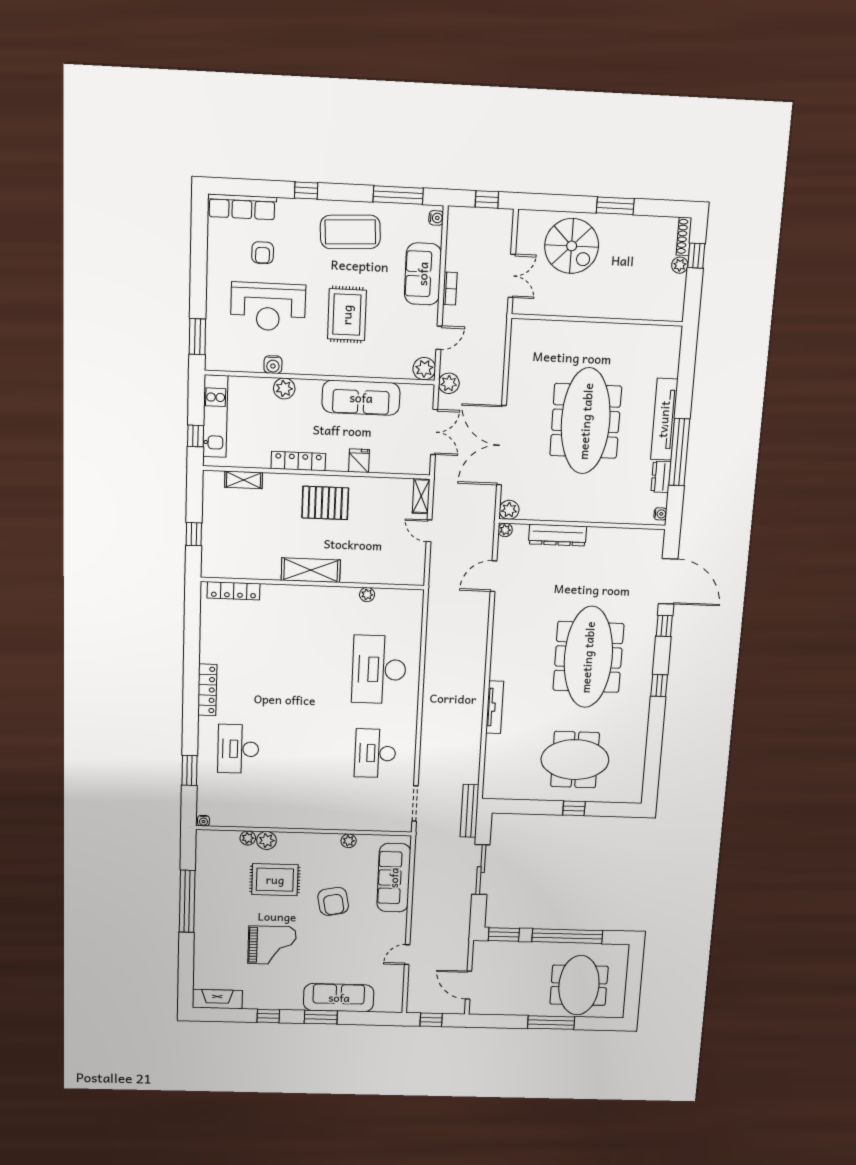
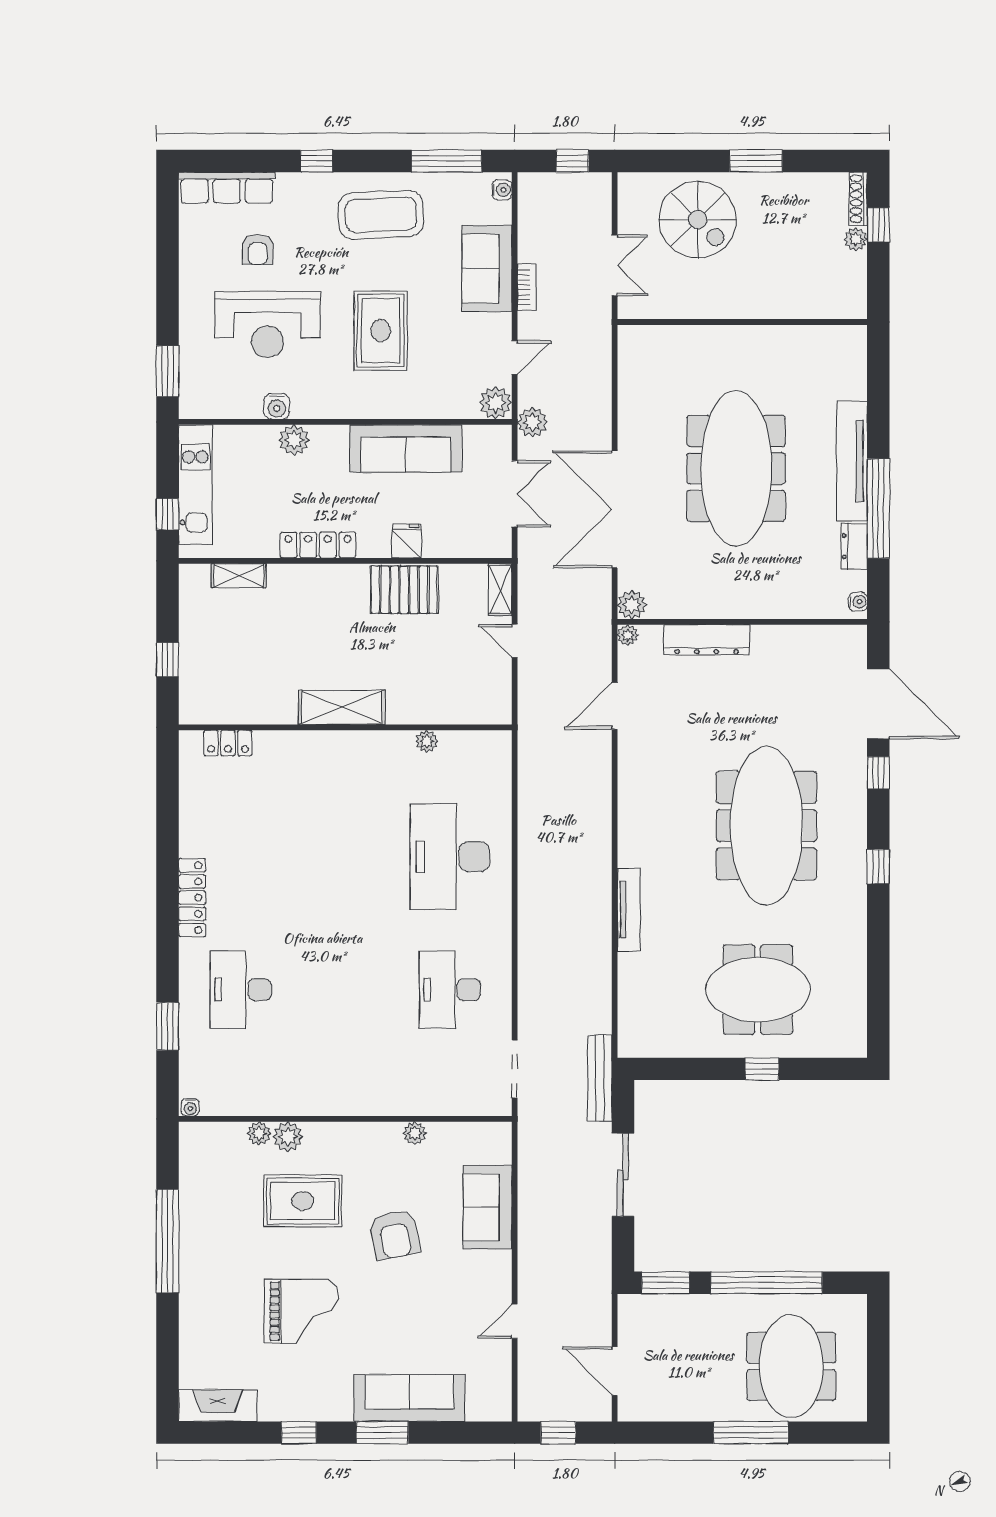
pallet: (325, 503) -> (404, 590), moved
locker: (234, 591) -> (228, 743), width x0.66
sofa: (394, 878) -> (488, 1207), width x0.73

